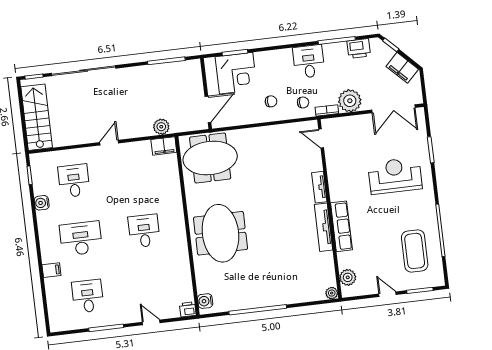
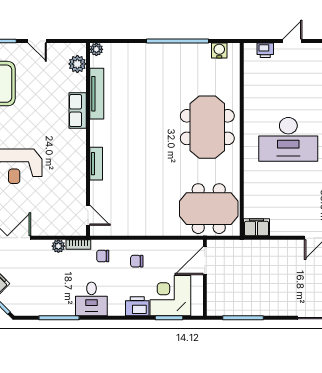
printer: (359, 49) -> (137, 306), moved
plant: (350, 101) -> (58, 246), width x0.53, depth x0.53
plant: (161, 127) -> (257, 248), removed
row of seats: (341, 226) -> (78, 111), width x0.68
tv unit: (324, 227) -> (97, 94), moved
desk: (144, 231) -> (288, 139), width x1.87, depth x1.30
water cooler: (205, 301) -> (219, 50), moved, turned -90
printer: (188, 309) -> (265, 50), moved
door: (151, 322) -> (292, 41), swing flipped

